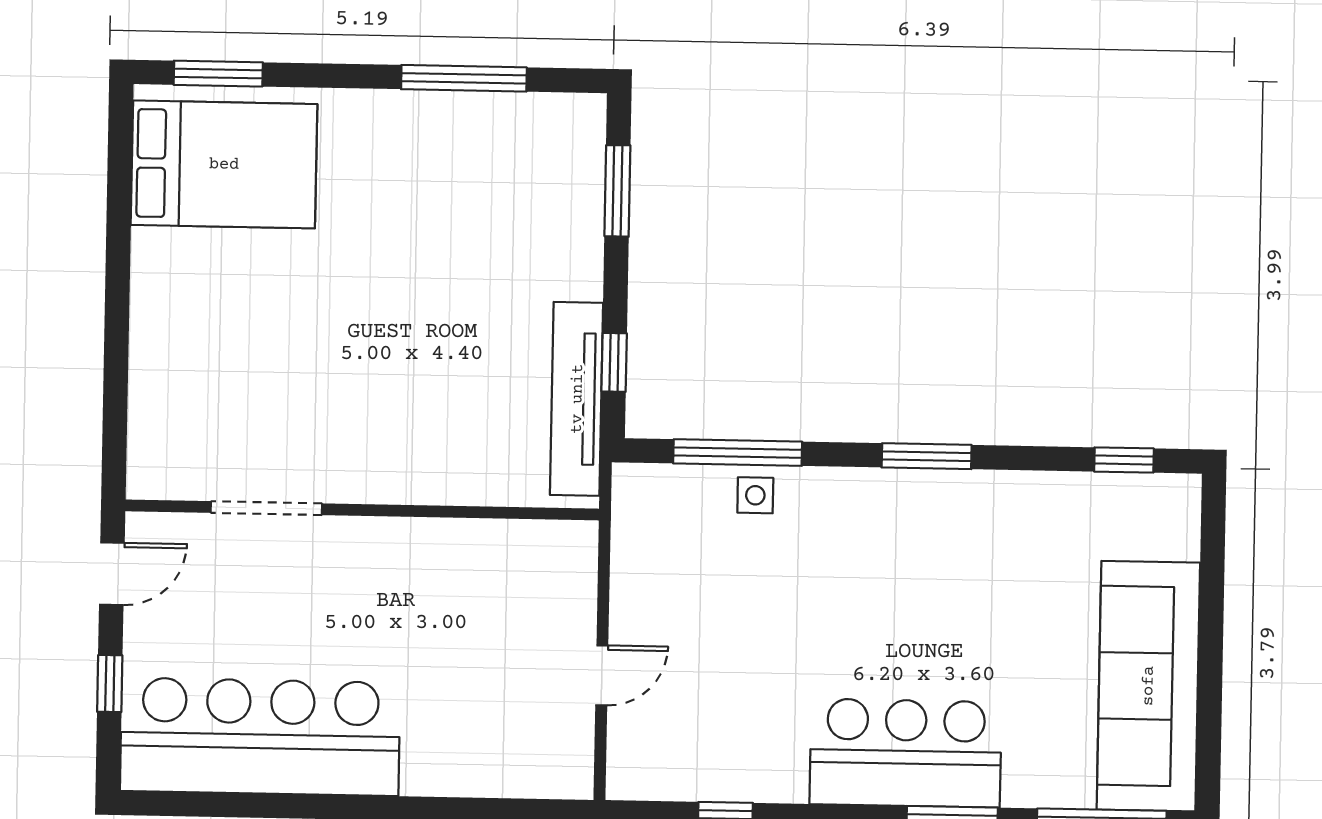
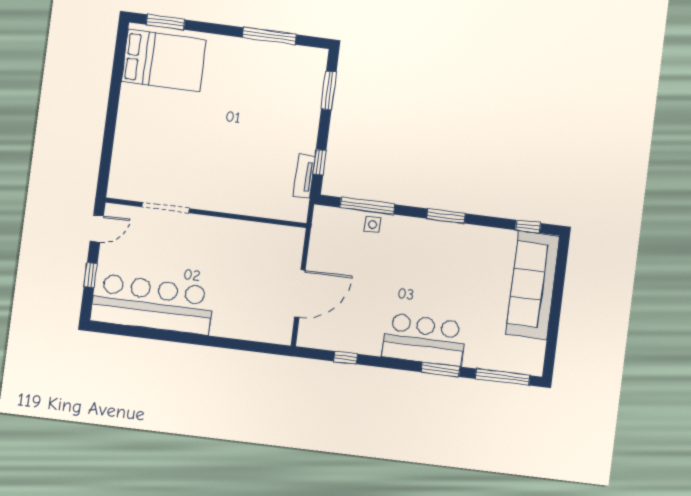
tv unit: (577, 399) -> (304, 176), width x0.52, depth x0.78
door: (602, 675) -> (300, 294), width x1.88
sofa: (1148, 686) -> (533, 285), moved

